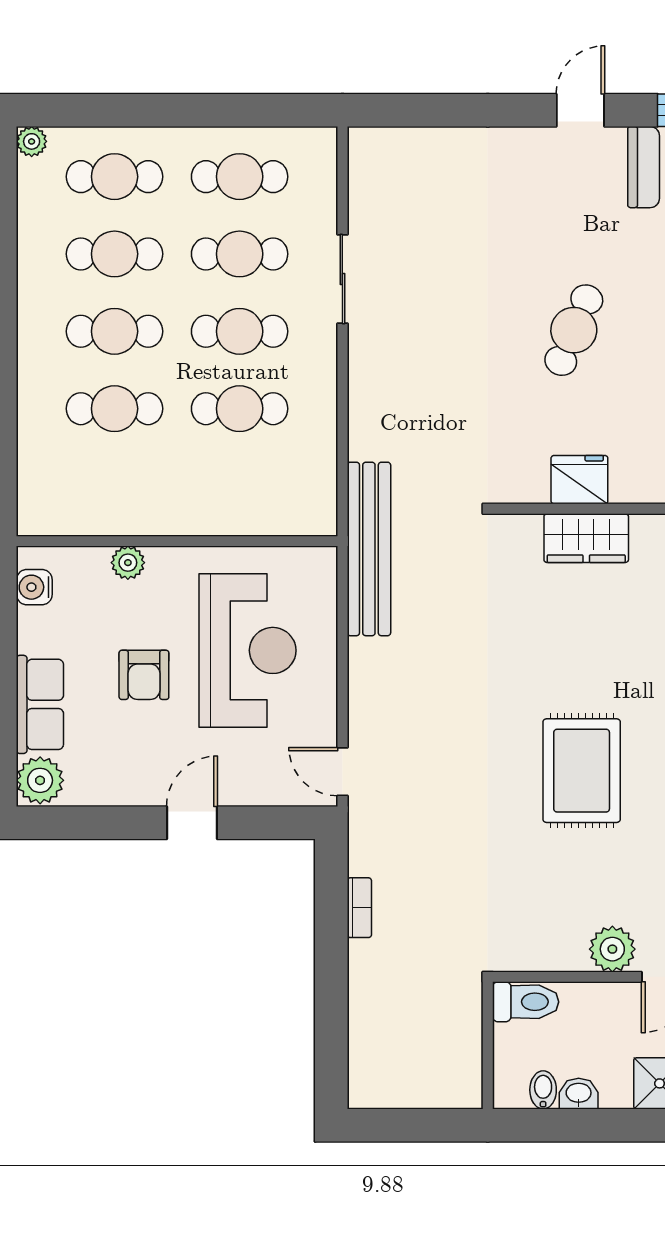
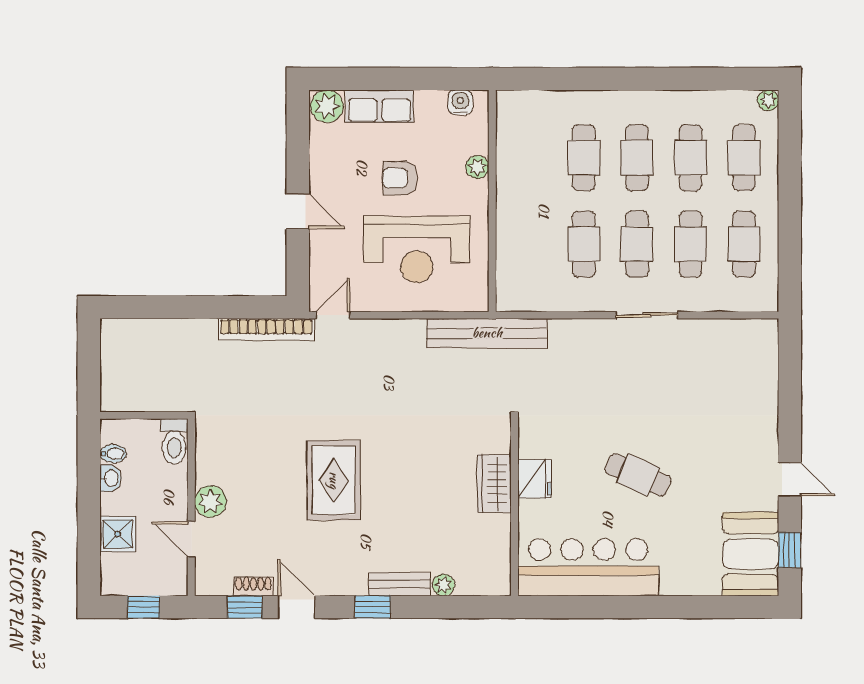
sliding door: (342, 279) -> (647, 315), moved
rug: (582, 771) -> (334, 480), turned 90
bookcase: (359, 908) -> (266, 329), width x2.31, depth x1.31

